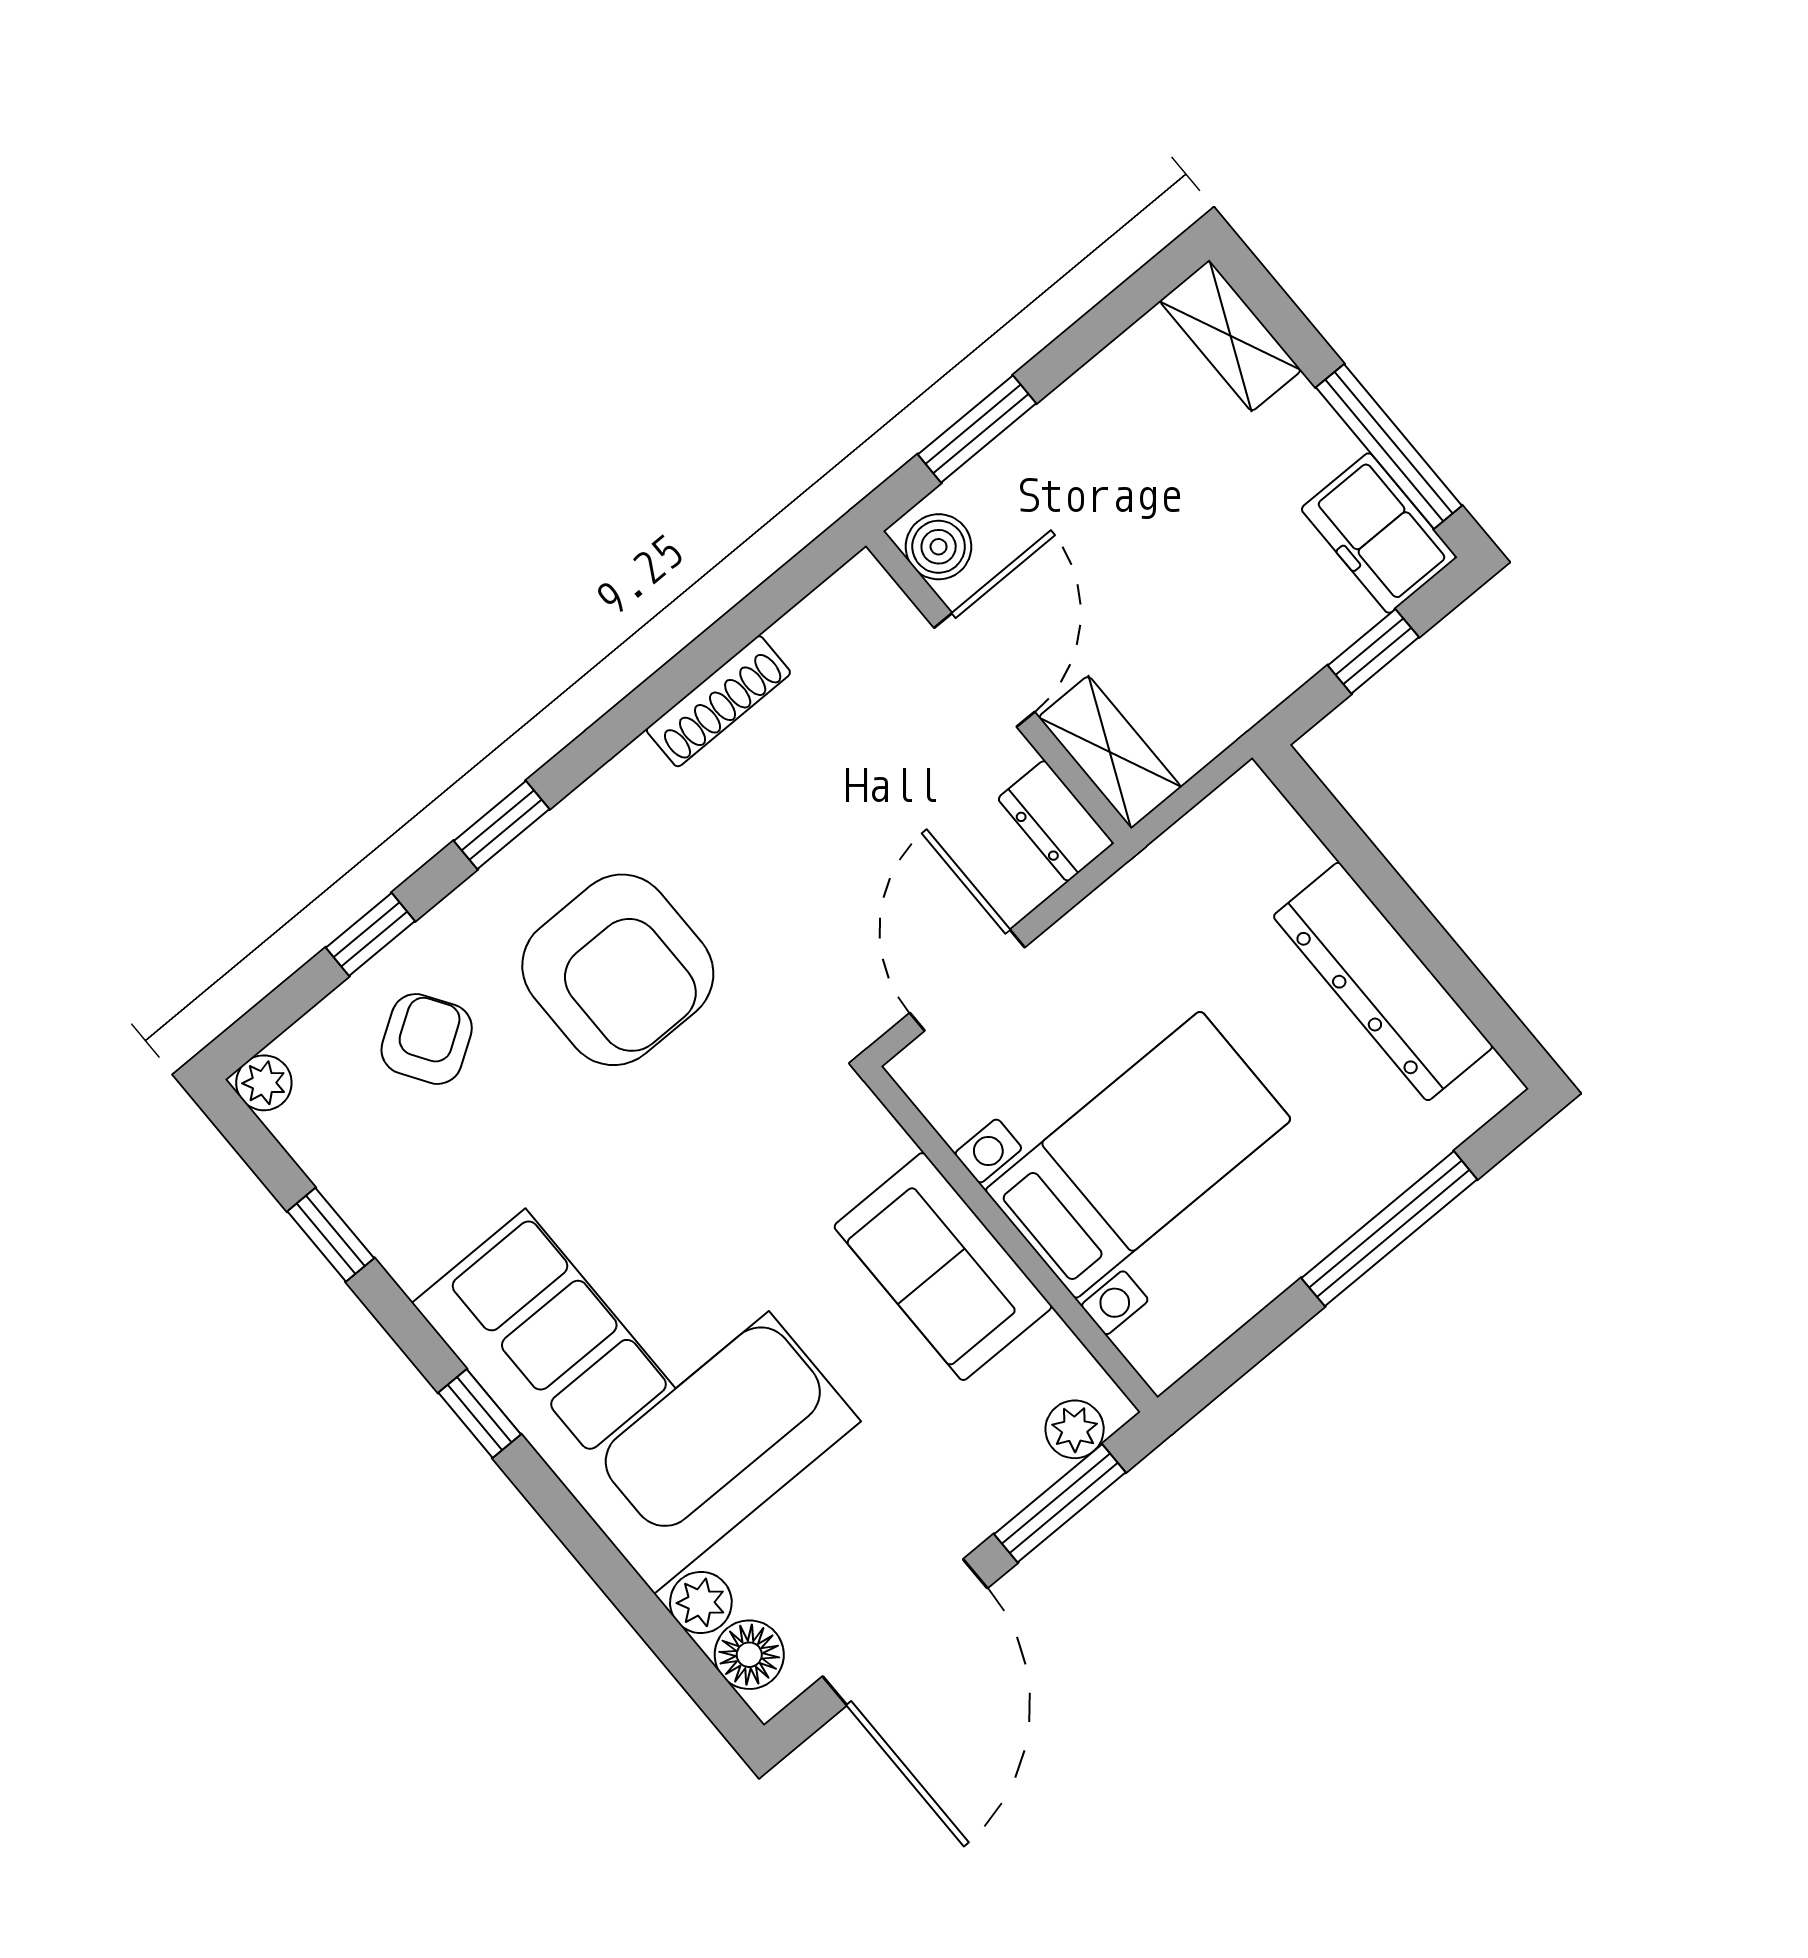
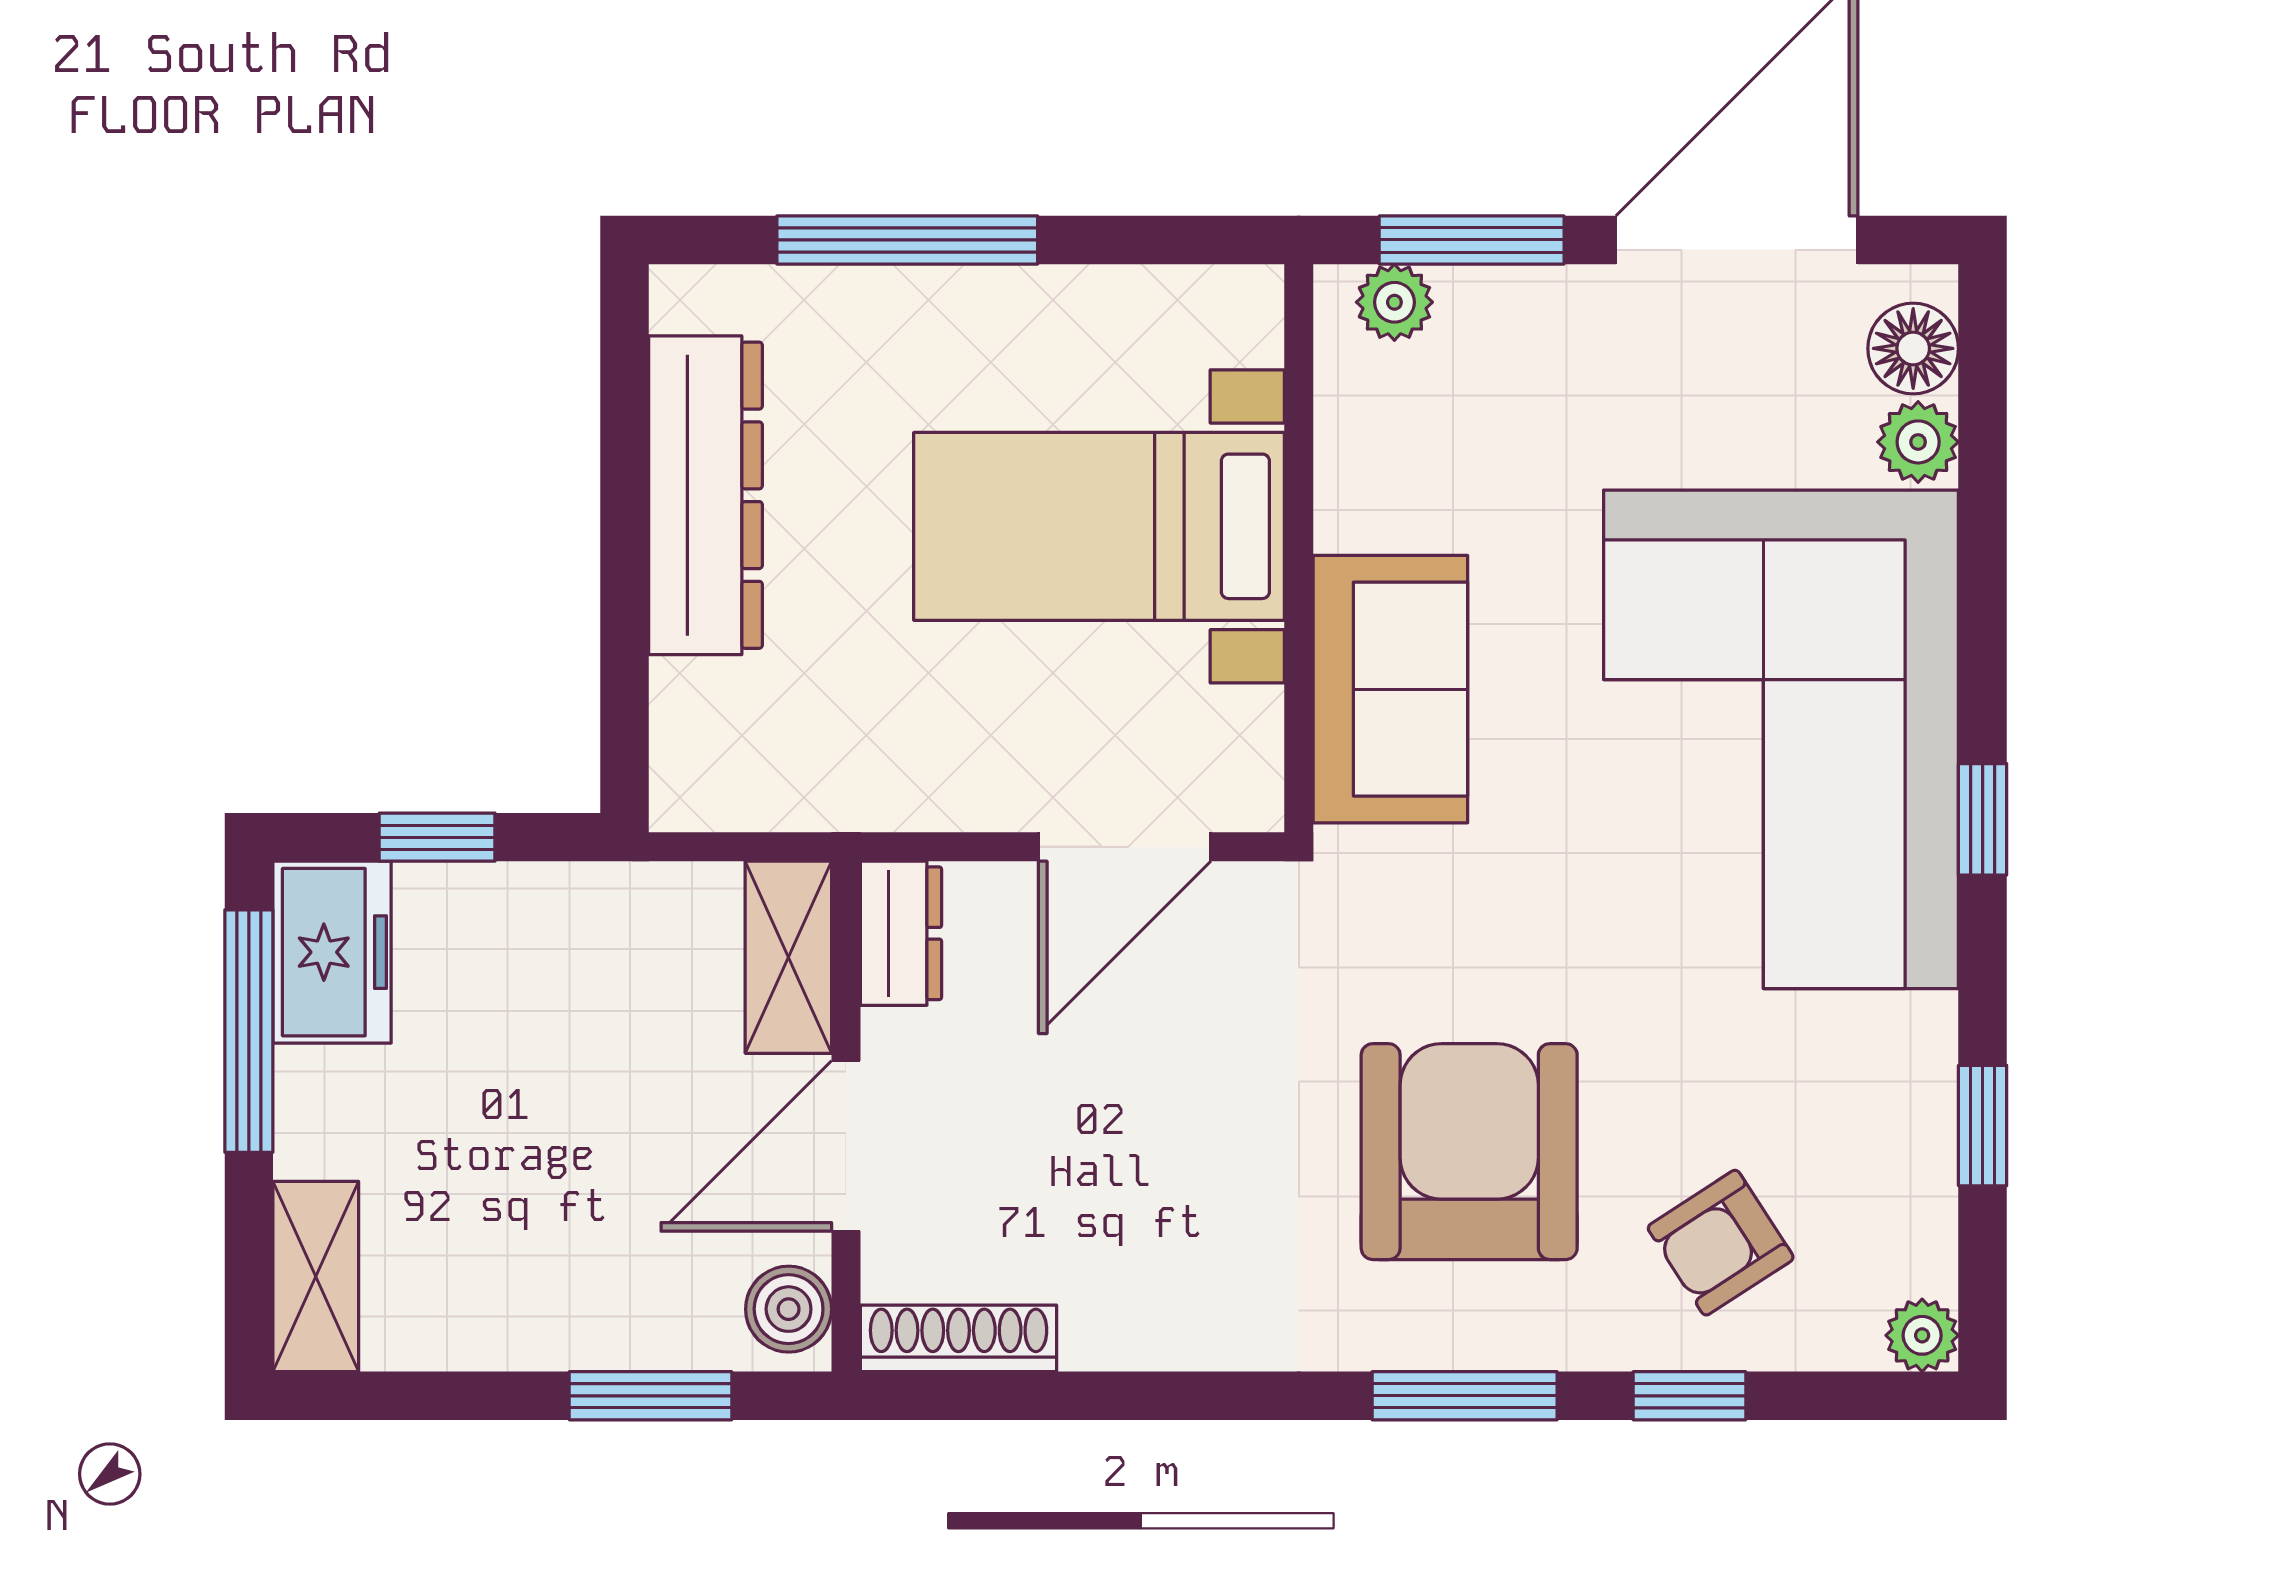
shoe rack: (718, 701) -> (959, 1338), moved
window: (502, 825) -> (1465, 1396), width x1.50
sofa: (943, 1267) -> (1390, 689), moved

